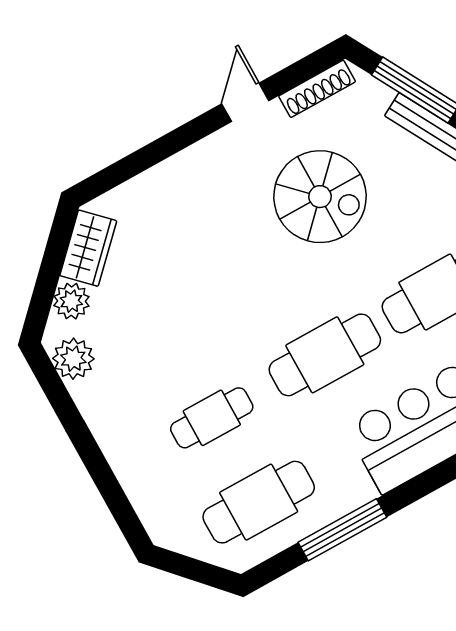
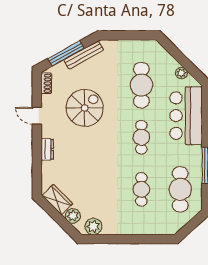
shoe rack: (317, 89) -> (46, 83), width x0.70
dresser: (185, 165) -> (47, 149), added
cafe table: (325, 355) -> (141, 137), width x0.73, depth x0.74

